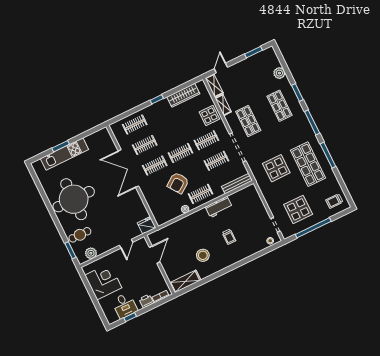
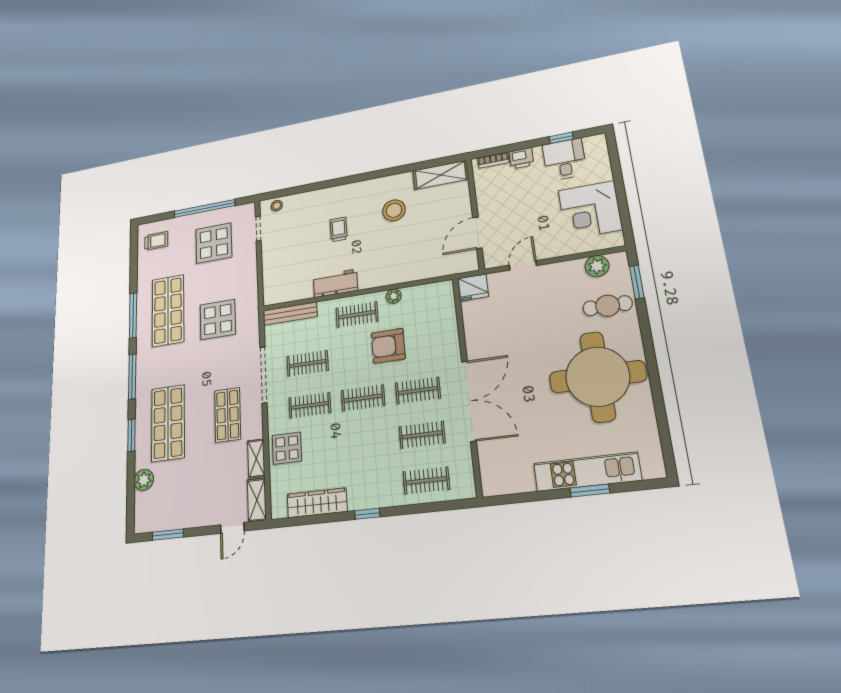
shop shelf: (279, 106) -> (168, 423), width x1.43, depth x1.36
armchair: (178, 183) -> (388, 346), turned -144

